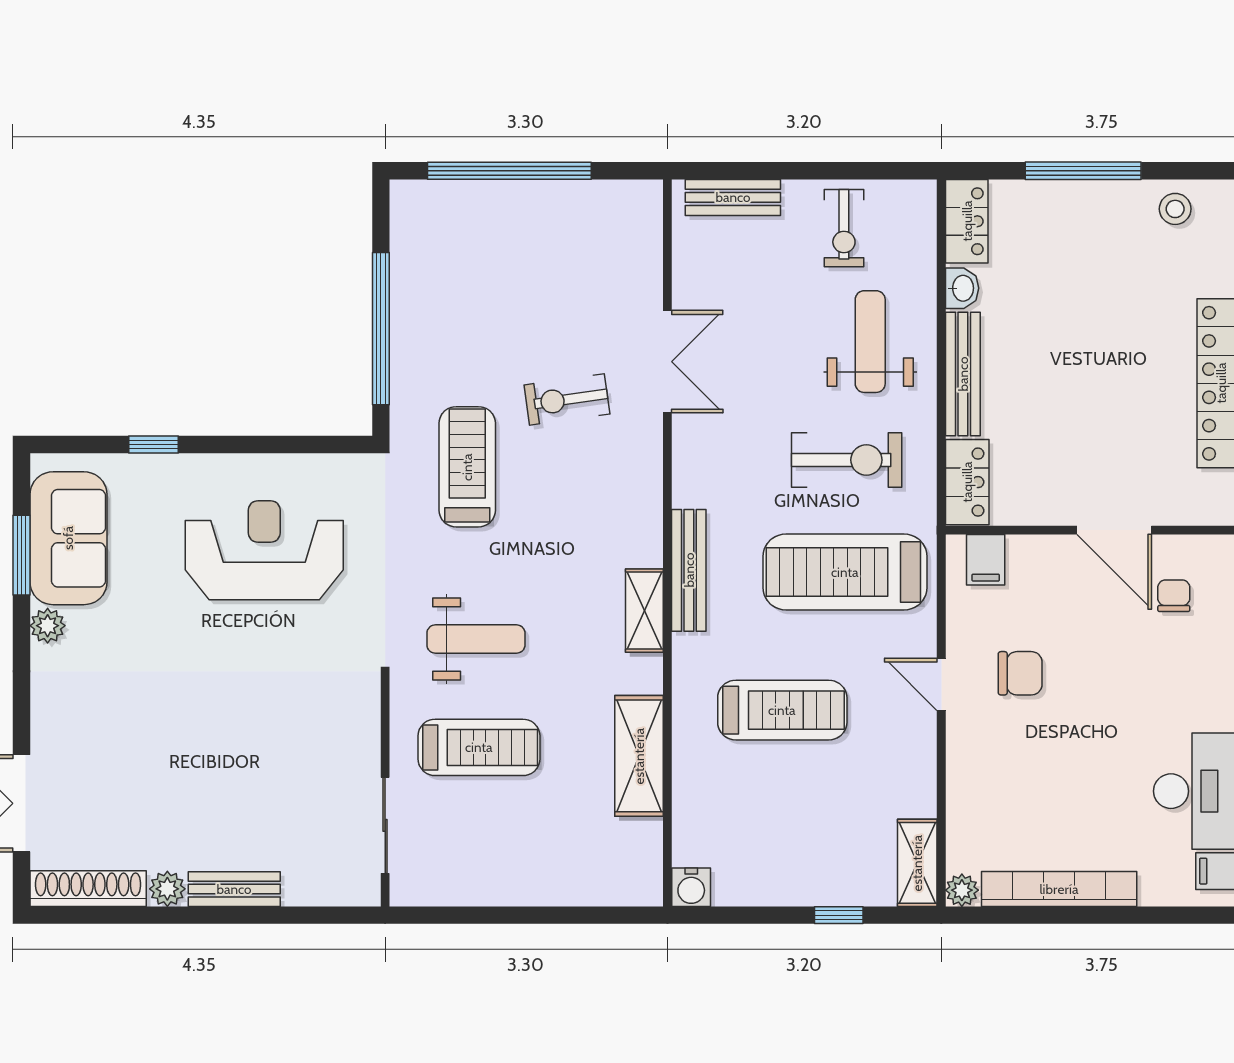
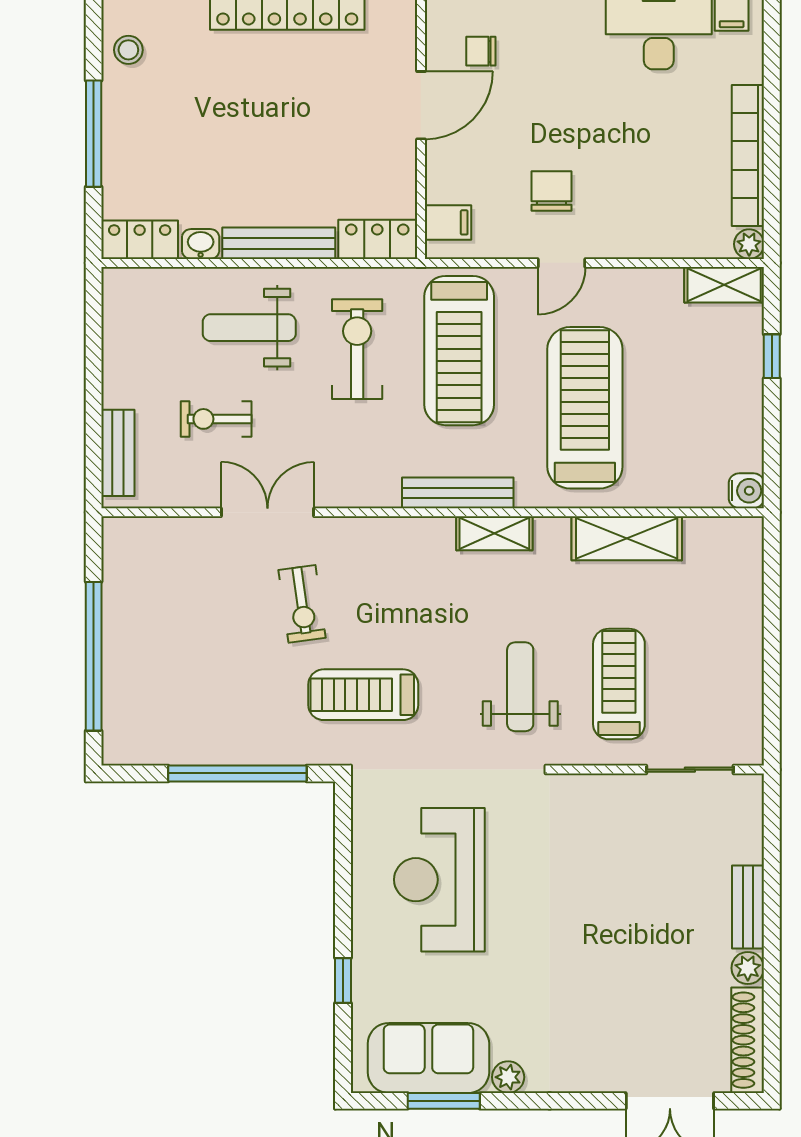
exercise bike: (844, 228) -> (216, 419), moved, turned 180
treadmill: (782, 710) -> (585, 408), width x1.37, depth x1.38

